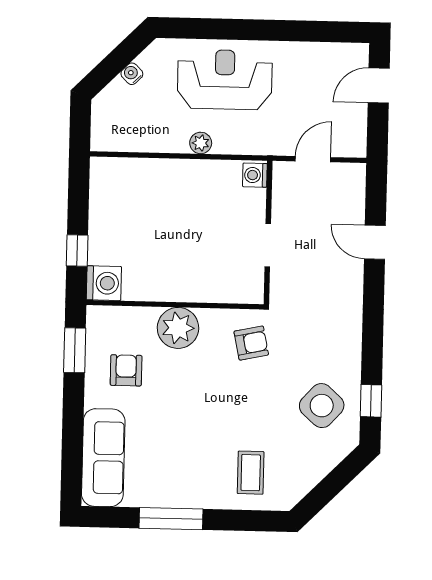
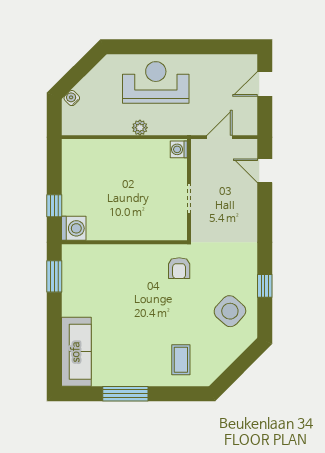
water cooler: (132, 74) -> (72, 98), moved
door: (375, 242) -> (265, 171), moved
plant: (178, 328) -> (127, 259), removed
armchair: (251, 343) -> (179, 268), turned 102
armchair: (126, 370) -> (91, 290), removed
window: (371, 401) -> (265, 286), moved

